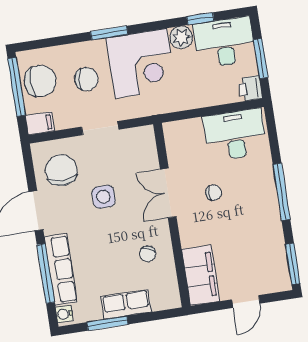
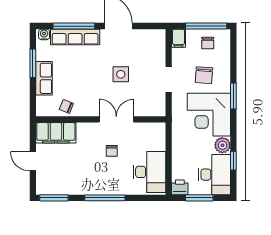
chair: (40, 81) -> (208, 43), width x0.54, depth x0.54
chair: (61, 170) -> (144, 48), removed
chair: (148, 254) -> (66, 106), moved

